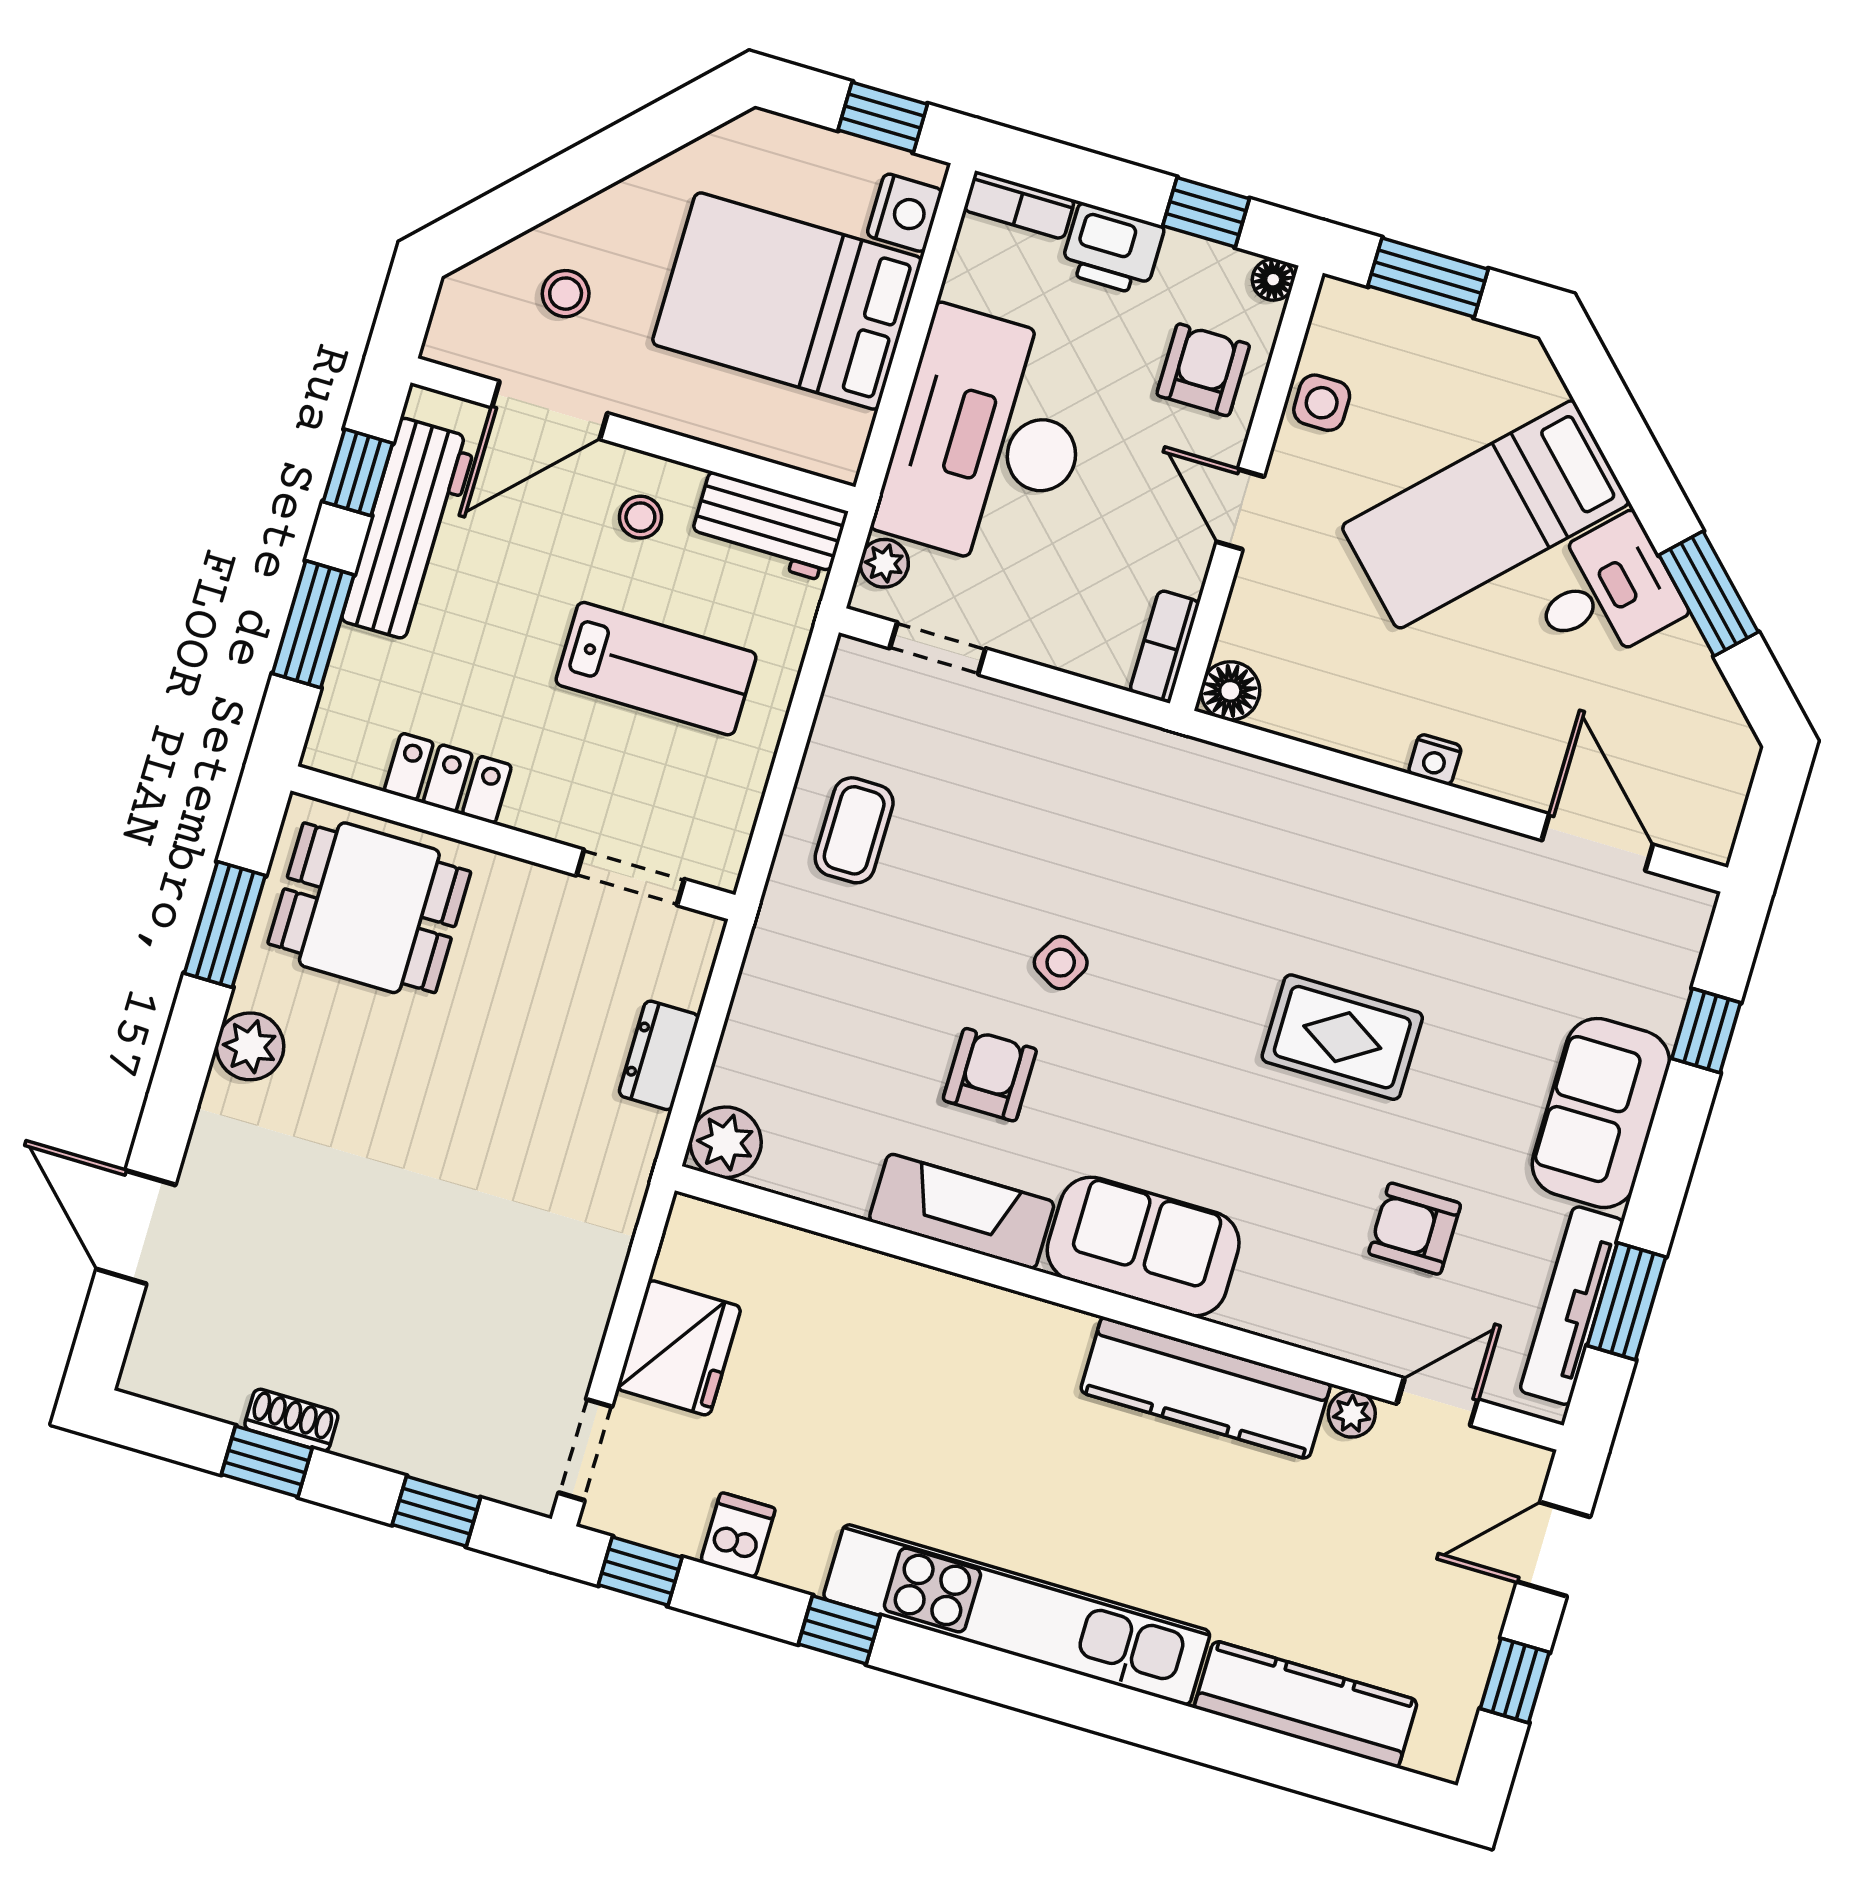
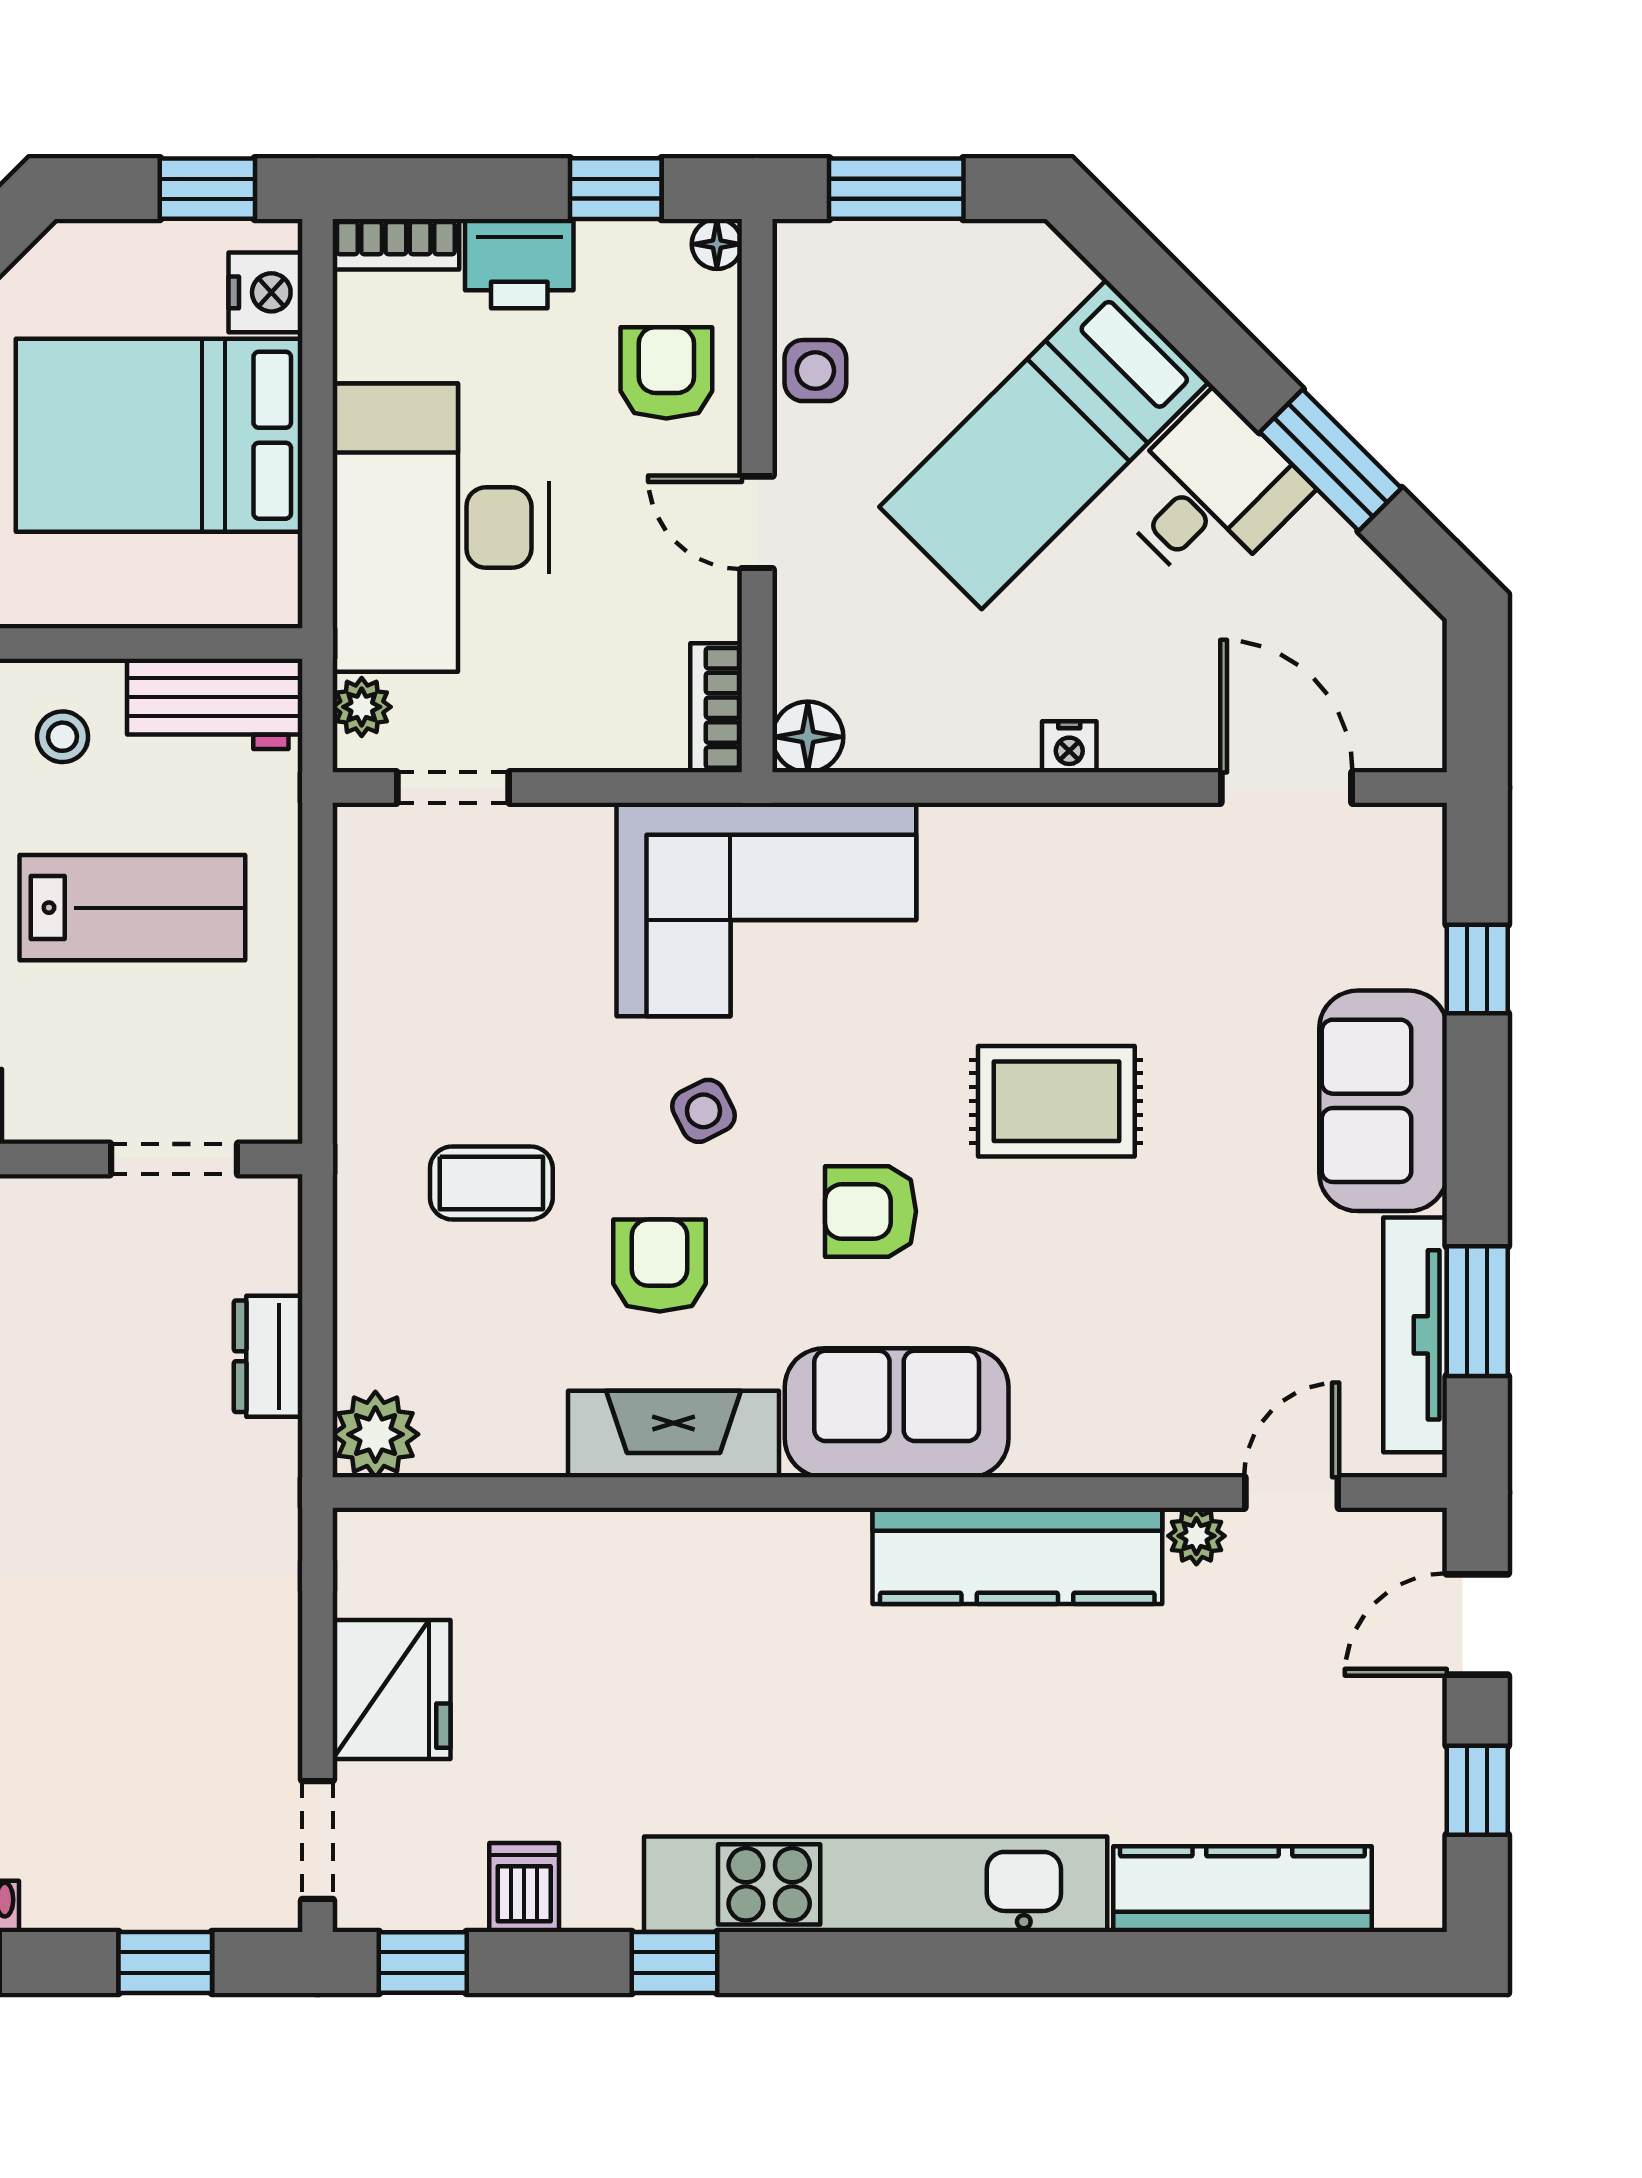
corner sofa: (1157, 818) -> (766, 909), added
coffee table: (854, 830) -> (491, 1183), moved, turned 90
side table: (1061, 963) -> (703, 1111), turned 33
armchair: (1415, 1229) -> (871, 1211), moved

